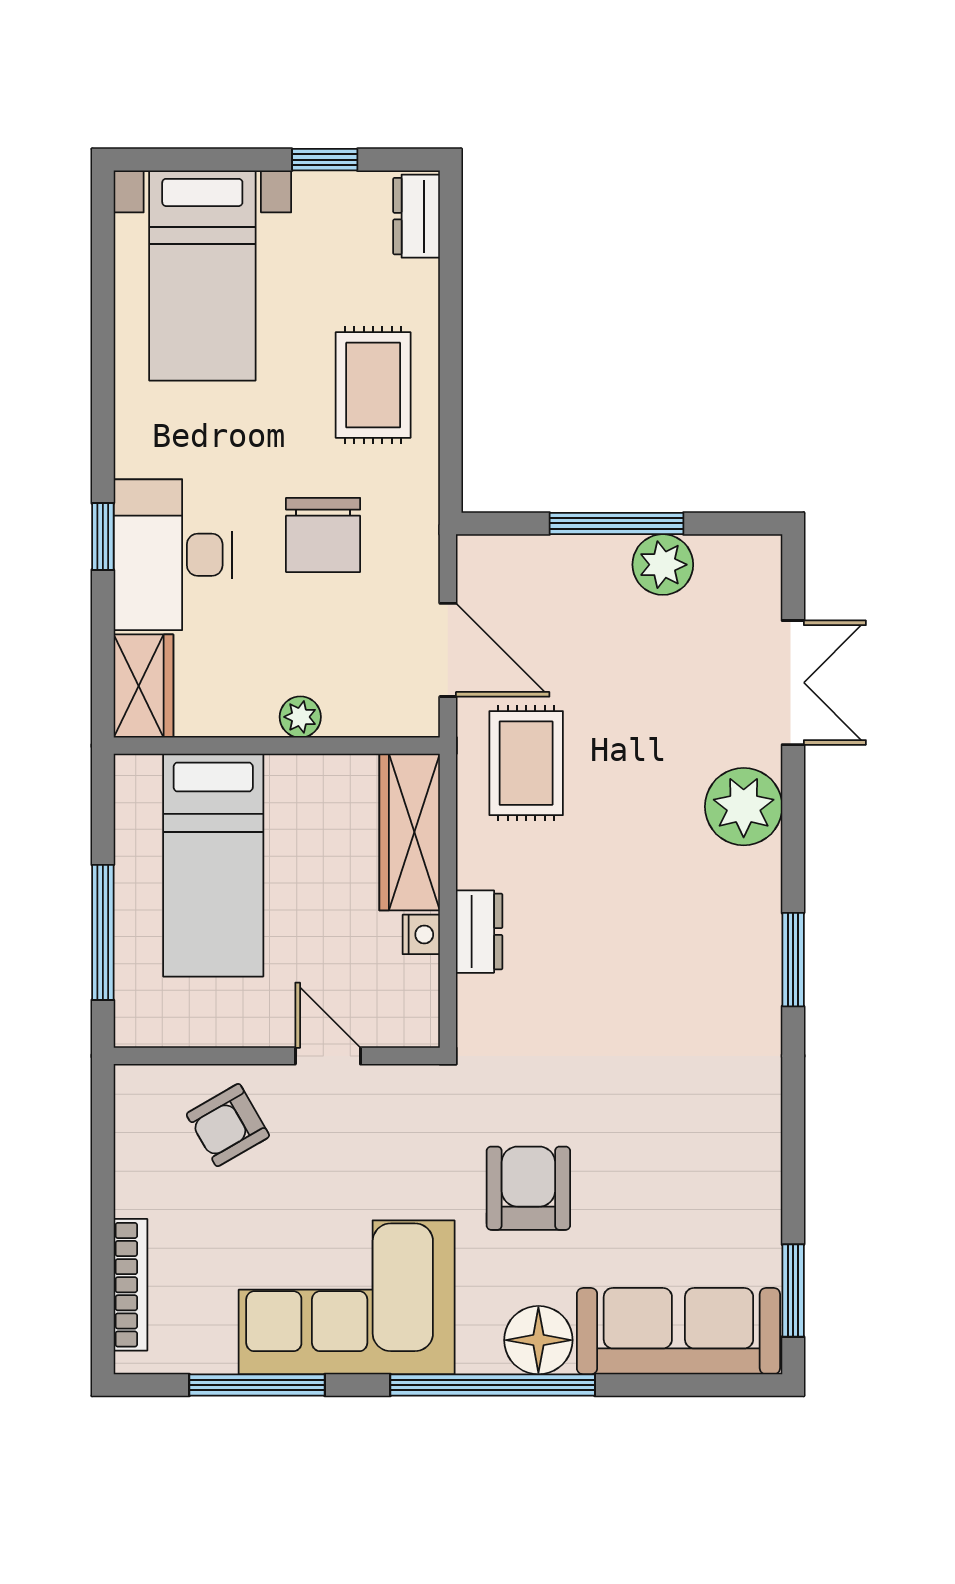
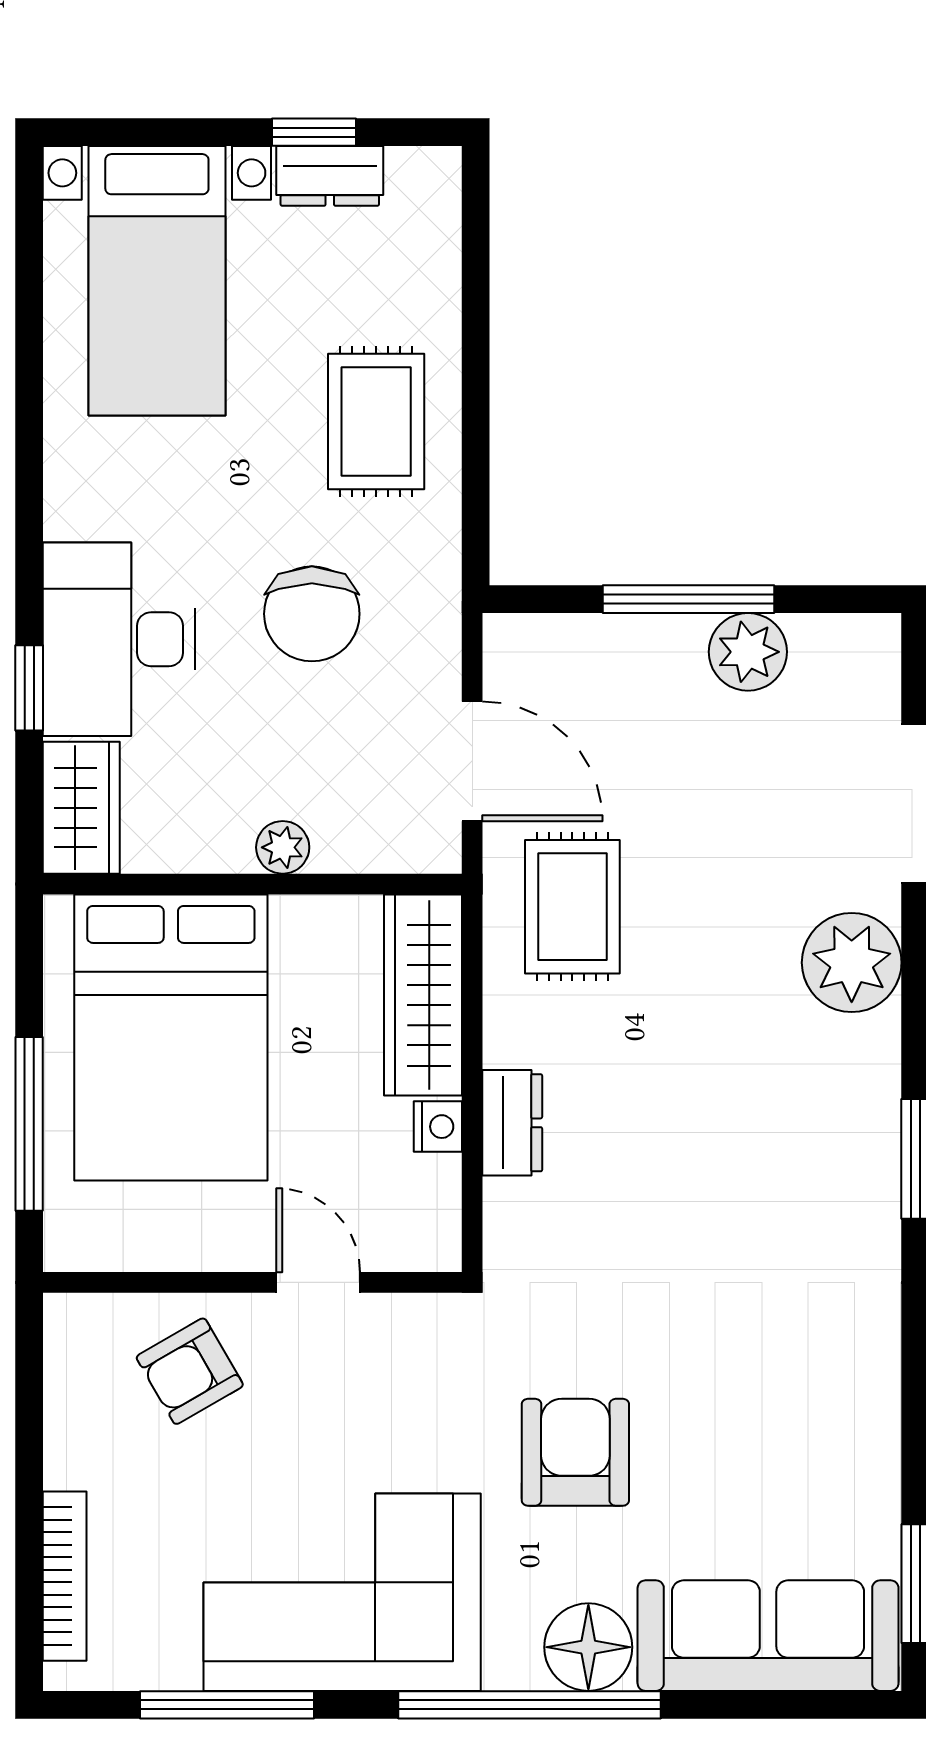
dresser: (417, 216) -> (330, 176), moved, turned -90
window: (103, 537) -> (29, 688), moved
bed: (213, 865) -> (171, 1037), width x1.50

